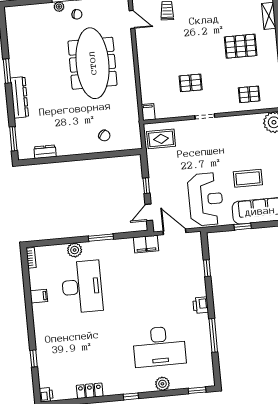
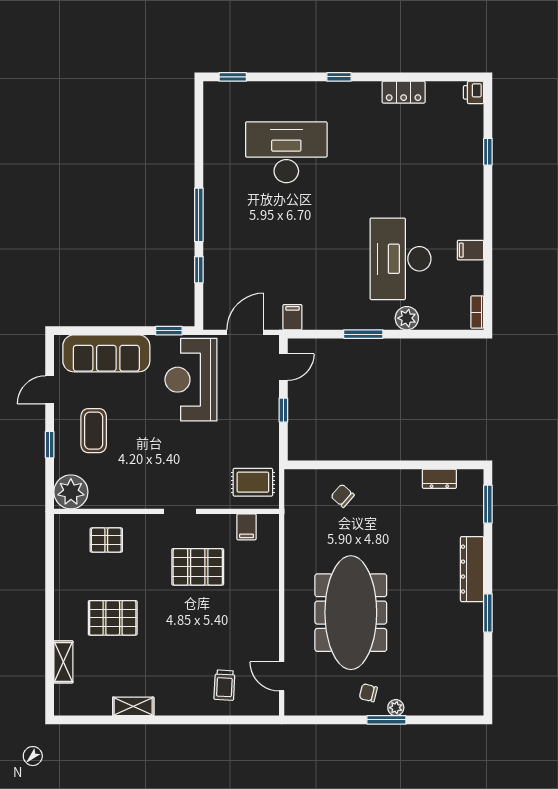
pallet: (191, 83) -> (198, 567), width x1.50, depth x1.42
filing cabinet: (148, 112) -> (247, 527), moved
coffee table: (248, 178) -> (94, 431), moved, turned 90
window: (243, 227) -> (169, 331), moved
door: (174, 232) -> (245, 332), swing flipped
filing cabinet: (146, 244) -> (292, 317), width x0.50
printer: (201, 305) -> (215, 212), removed
window: (213, 335) -> (199, 215), moved
plant: (162, 384) -> (287, 92), removed

